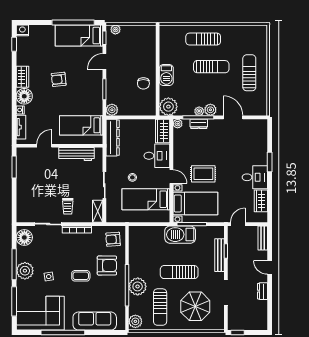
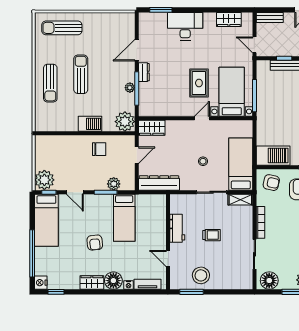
window: (73, 23) -> (32, 253), moved
plant: (115, 30) -> (44, 180), width x1.87, depth x1.87
sun lounger: (249, 73) -> (62, 28), moved
plant: (112, 110) -> (114, 184), moved
plant: (210, 110) -> (128, 75), removed
door: (138, 117) -> (137, 155), added
plant: (178, 124) -> (144, 111), removed
dresser: (199, 124) -> (144, 72), moved
bed: (81, 125) -> (124, 218), moved
workbench: (76, 154) -> (177, 228), width x0.73
desk: (157, 156) -> (179, 134), removed
window: (270, 162) -> (161, 10), moved
stool: (29, 176) -> (201, 275), added
desk: (255, 177) -> (185, 26), moved, width x1.37
bed: (146, 199) -> (241, 164), moved, turned 180
trolley: (68, 206) -> (212, 235), moved
barbecue: (180, 235) -> (273, 156), moved, turned -90
armchair: (113, 239) -> (271, 183), turned -74

